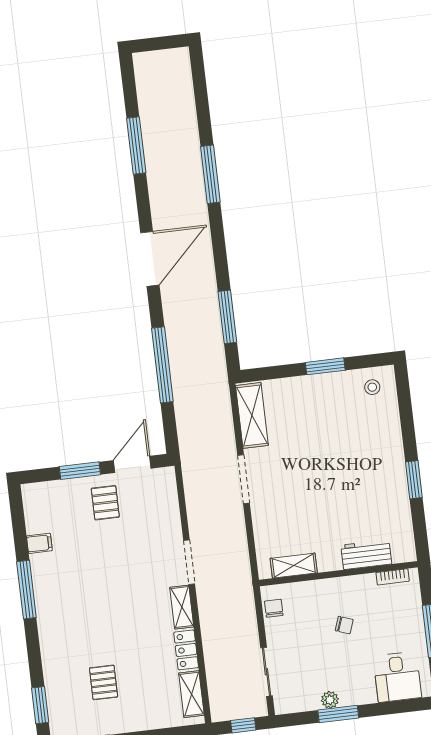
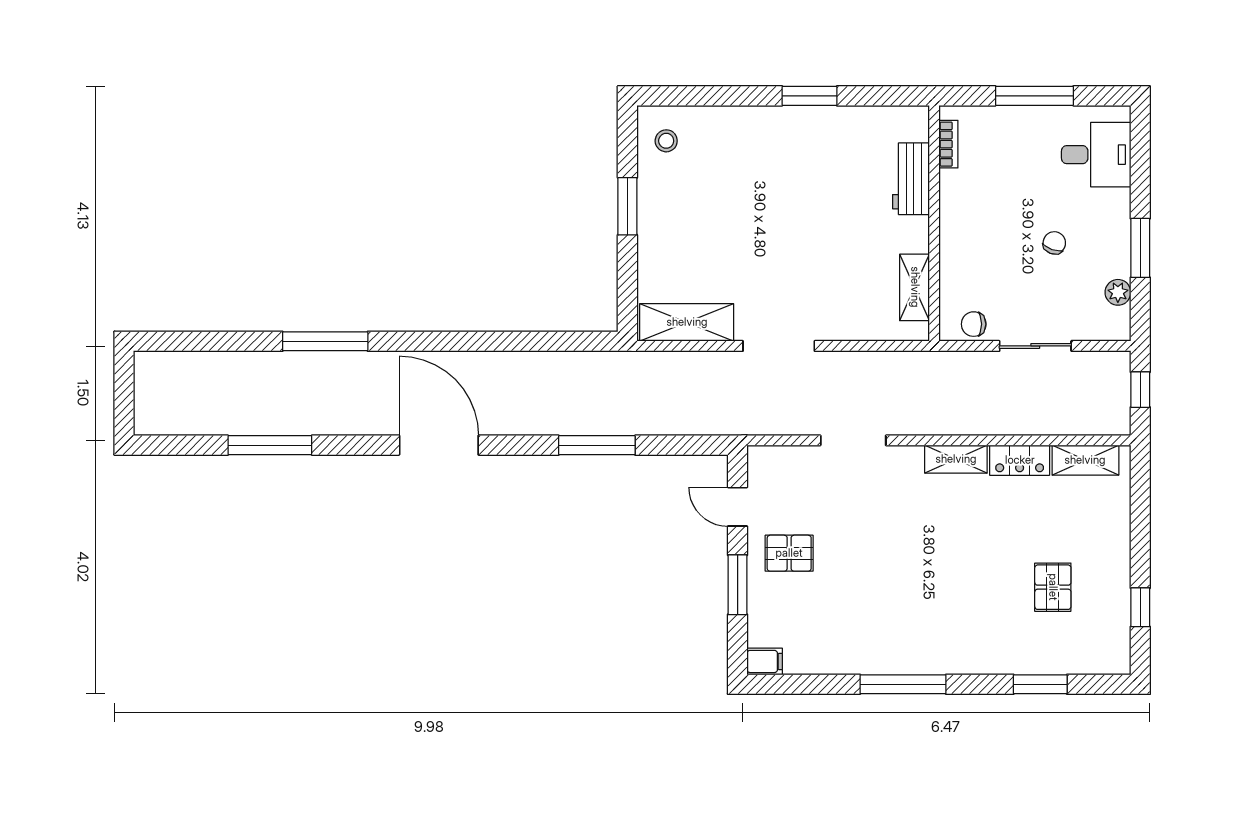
window: (227, 317) -> (538, 341), removed
window: (162, 365) -> (597, 445), width x0.68
door: (132, 464) -> (738, 507), width x0.73
filing cabinet: (39, 543) -> (765, 661), moved, turned 90
doorway: (189, 562) -> (853, 440), moved
chair: (344, 625) -> (1054, 243), moved
sliding door: (266, 672) -> (1035, 346), moved
pallet: (104, 682) -> (1053, 587), turned 90
plant: (330, 700) -> (1118, 292), moved
window: (40, 705) -> (1040, 684), moved

